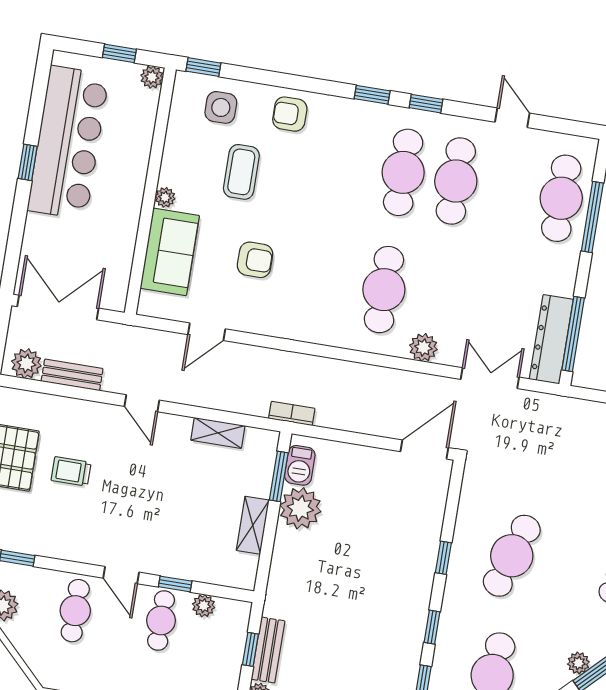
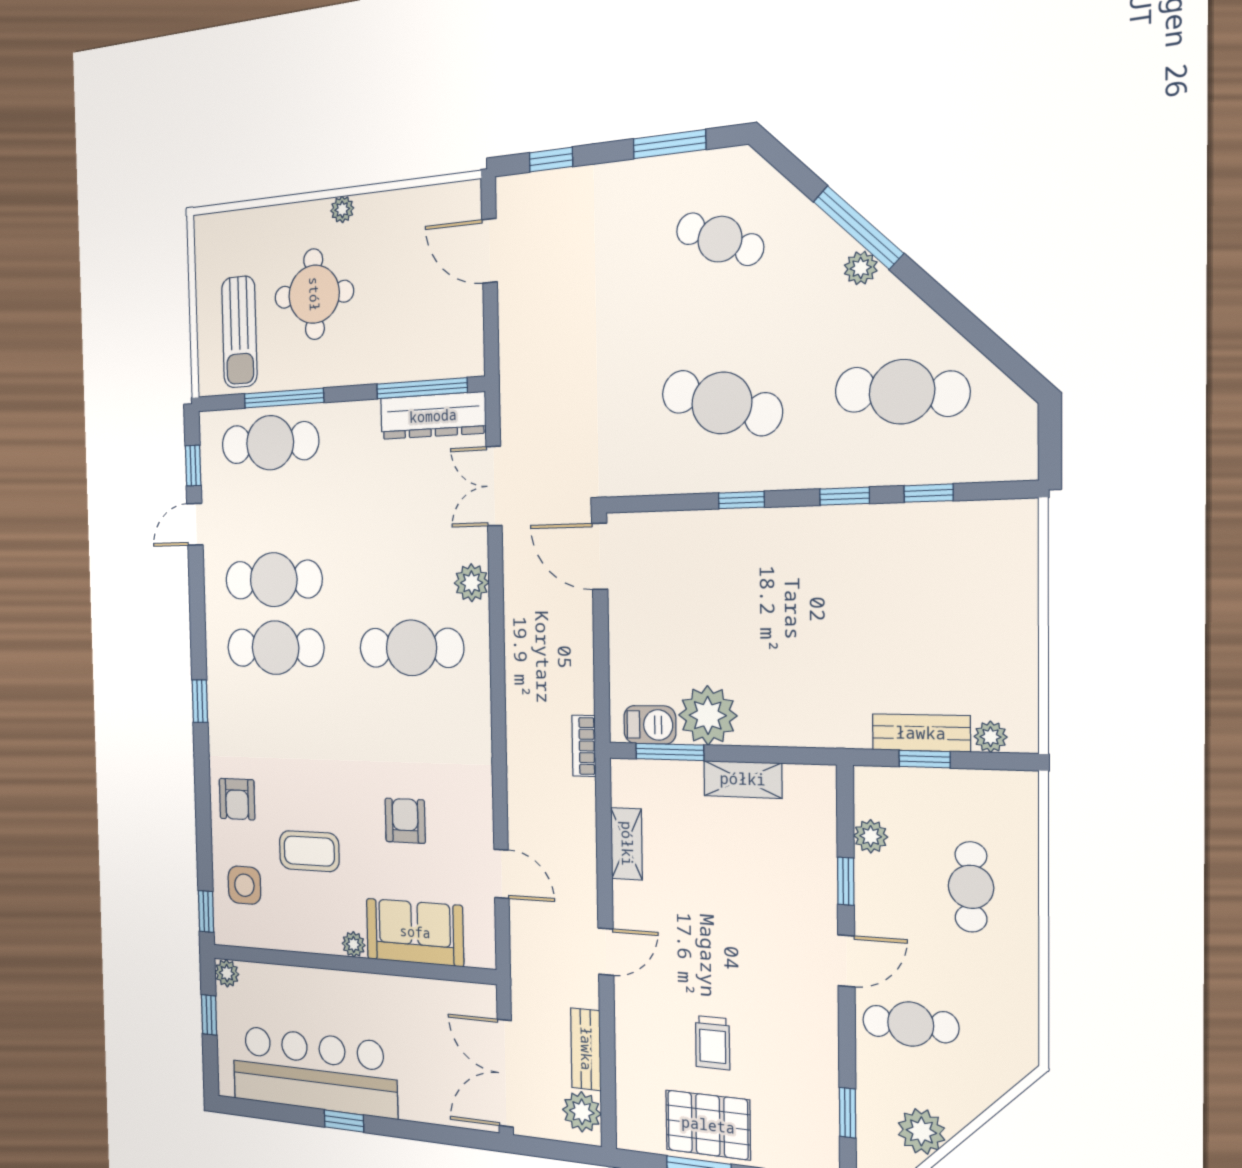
window: (426, 104) -> (193, 466), moved
cafe table: (161, 620) -> (971, 887), moved, turned 90

